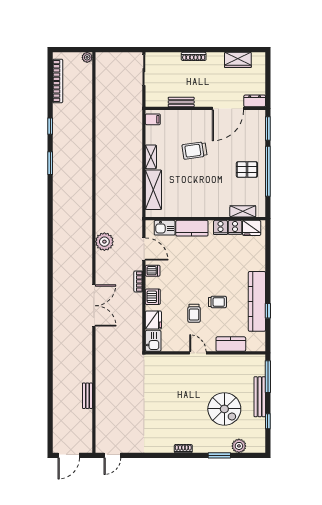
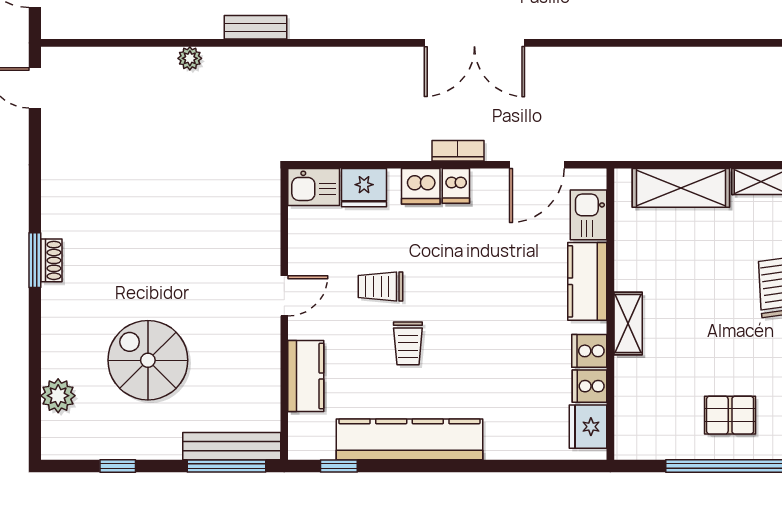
pallet: (247, 170) -> (730, 415), turned 90
shelving: (243, 211) -> (628, 324), moved
plant: (104, 242) -> (190, 58), moved, width x0.53, depth x0.53
dishwasher: (153, 271) -> (456, 186), moved
double door: (94, 306) -> (474, 43), moved
window: (268, 311) -> (339, 466), moved
bench: (87, 396) -> (255, 27), moved
bench: (260, 397) -> (232, 446), moved
spiral stairs: (224, 409) -> (148, 360), turned 90
window: (219, 455) -> (35, 260), moved

